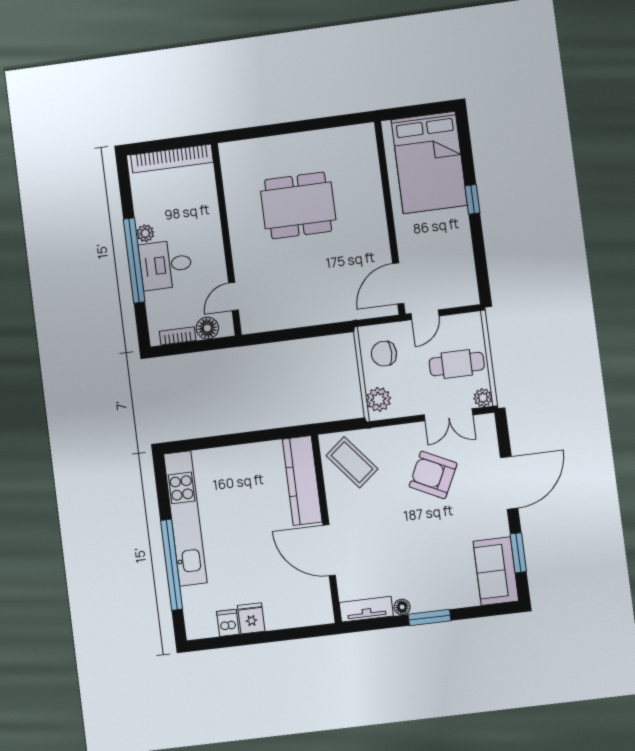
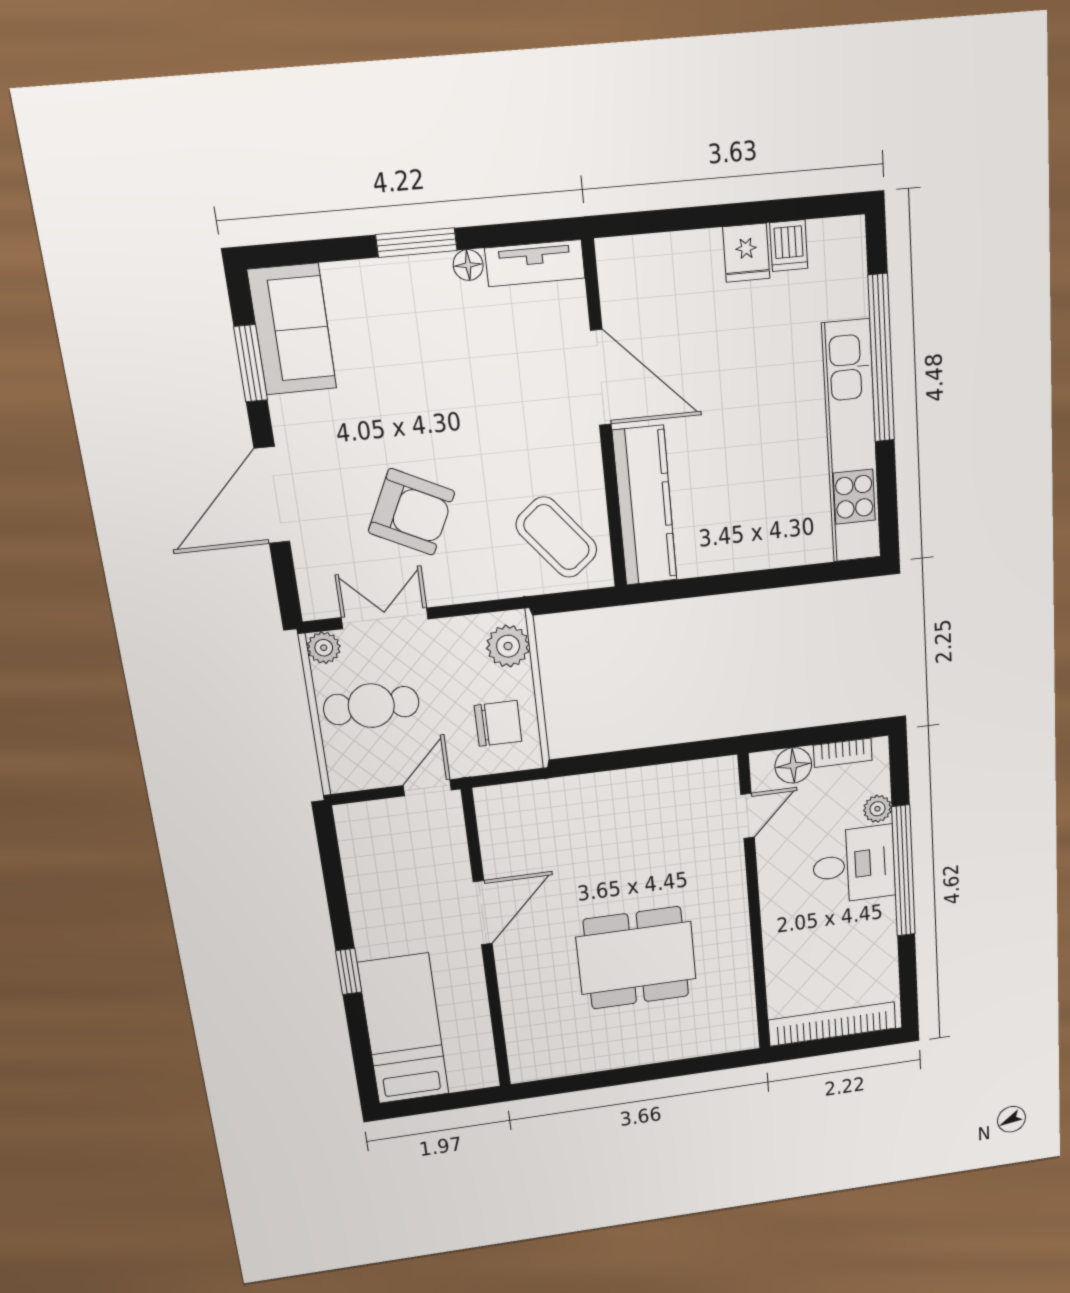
bed: (429, 162) -> (404, 1029), width x0.67
plant: (145, 233) -> (877, 809), moved
door: (398, 283) -> (483, 913), moved

